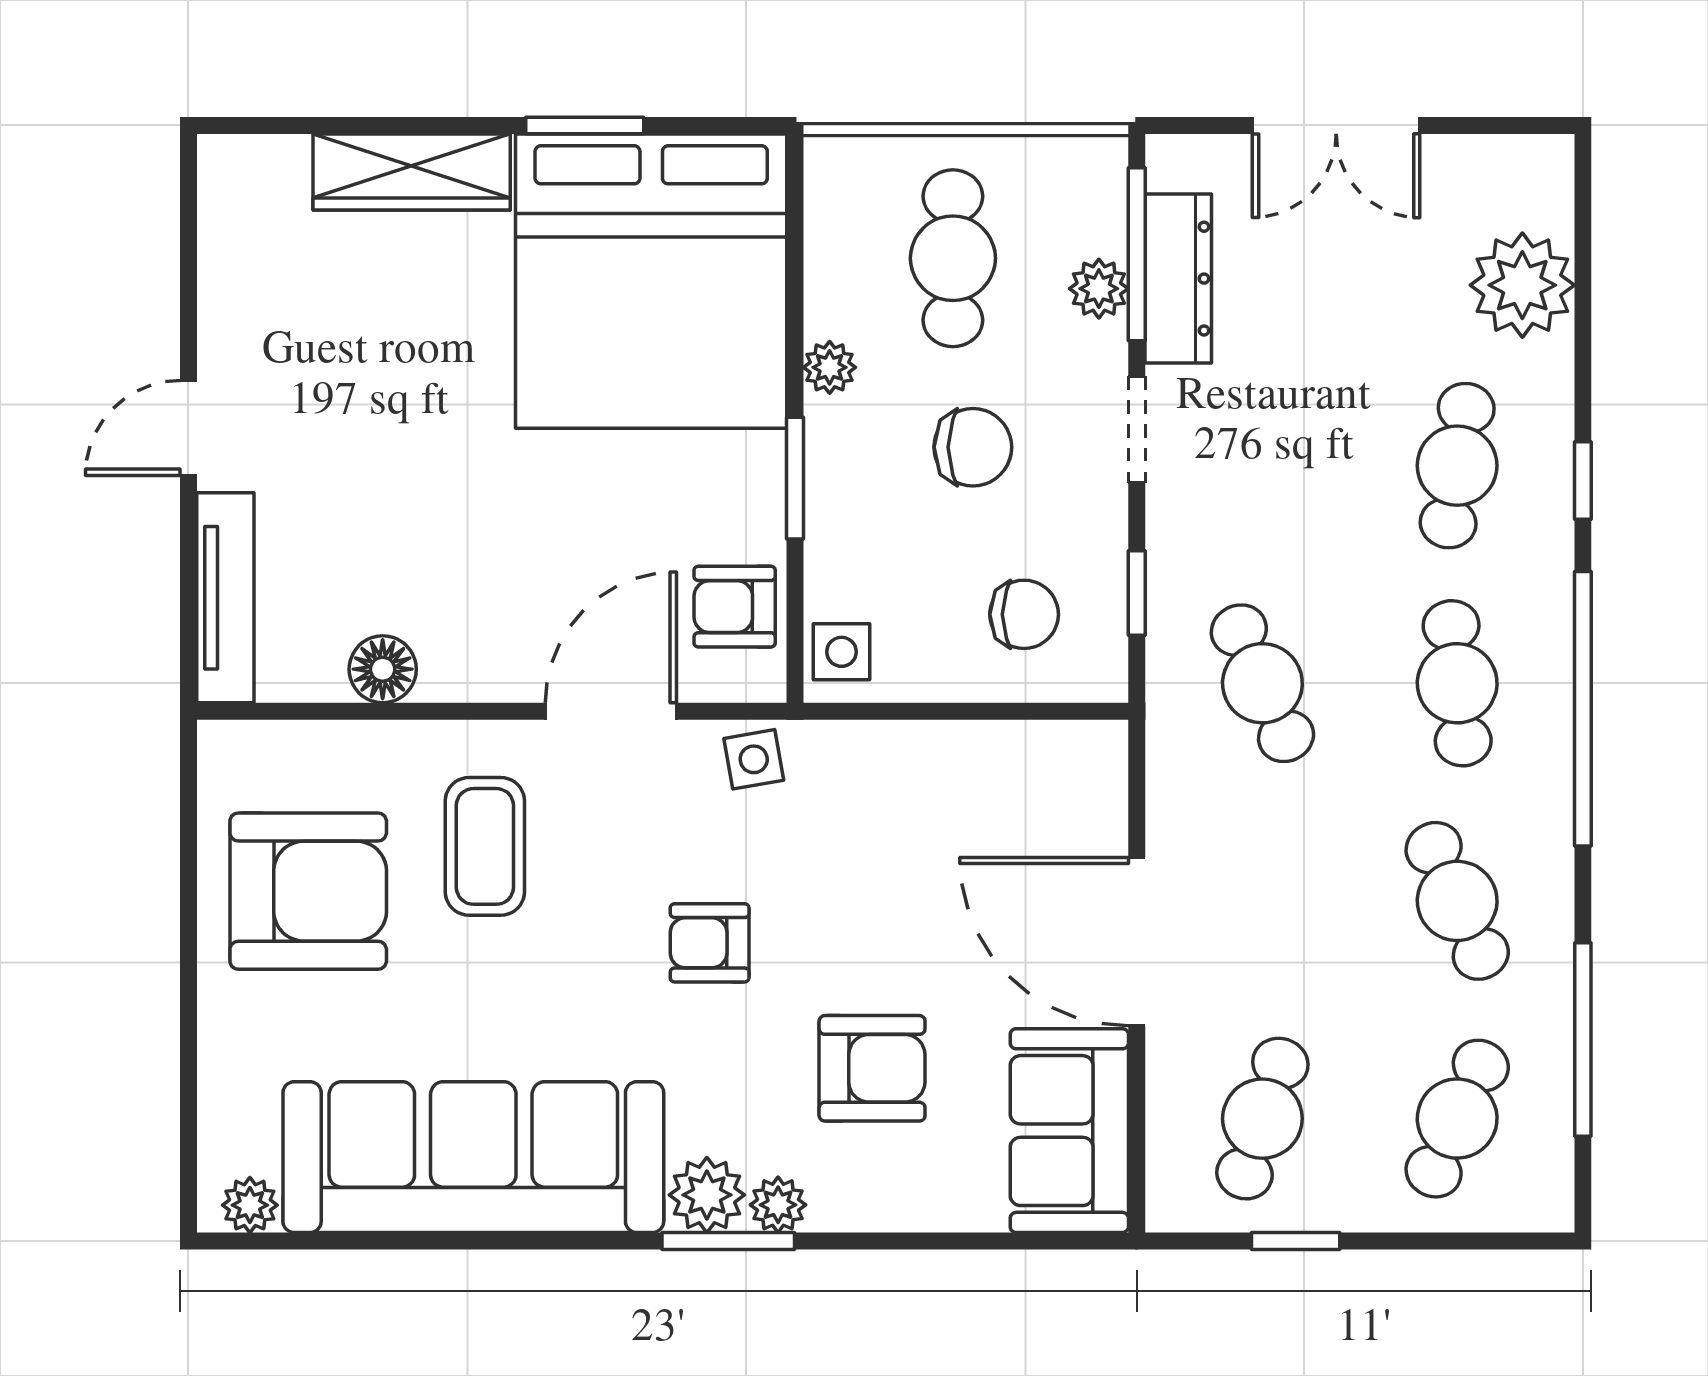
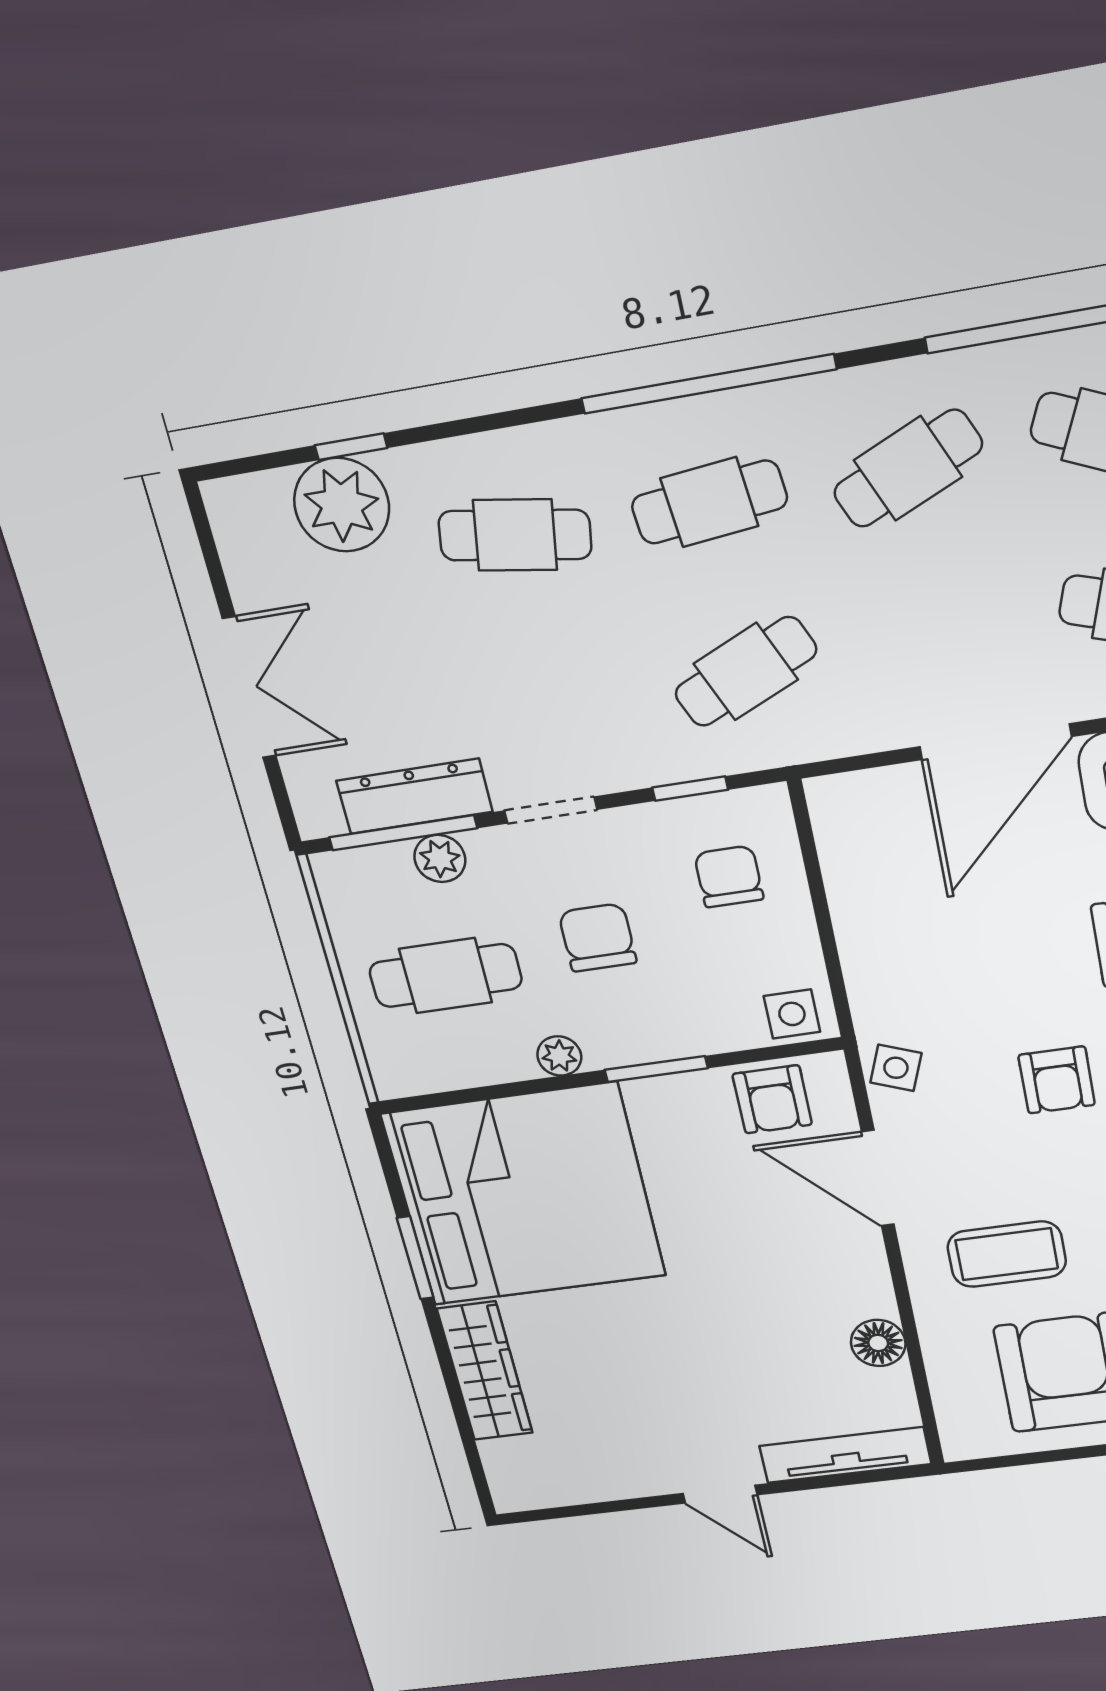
window: (1583, 480) -> (351, 447), moved
side table: (754, 759) -> (896, 1068), turned 31

